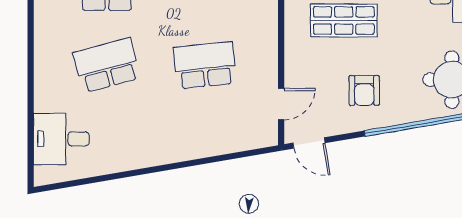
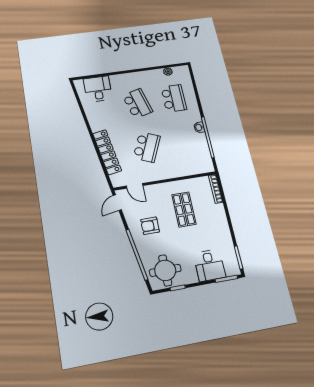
school desk: (205, 65) -> (147, 147), turned 30
locker: (203, 144) -> (107, 152), added

